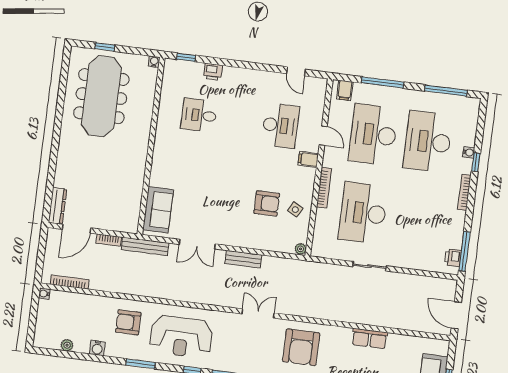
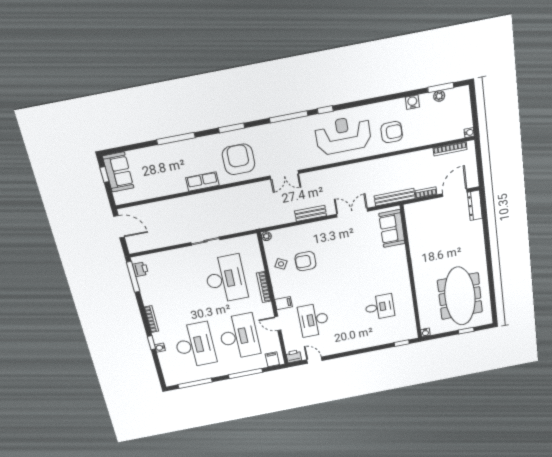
printer: (213, 72) -> (294, 356), moved
row of seats: (370, 338) -> (202, 182), moved
window: (141, 364) -> (441, 87), moved

